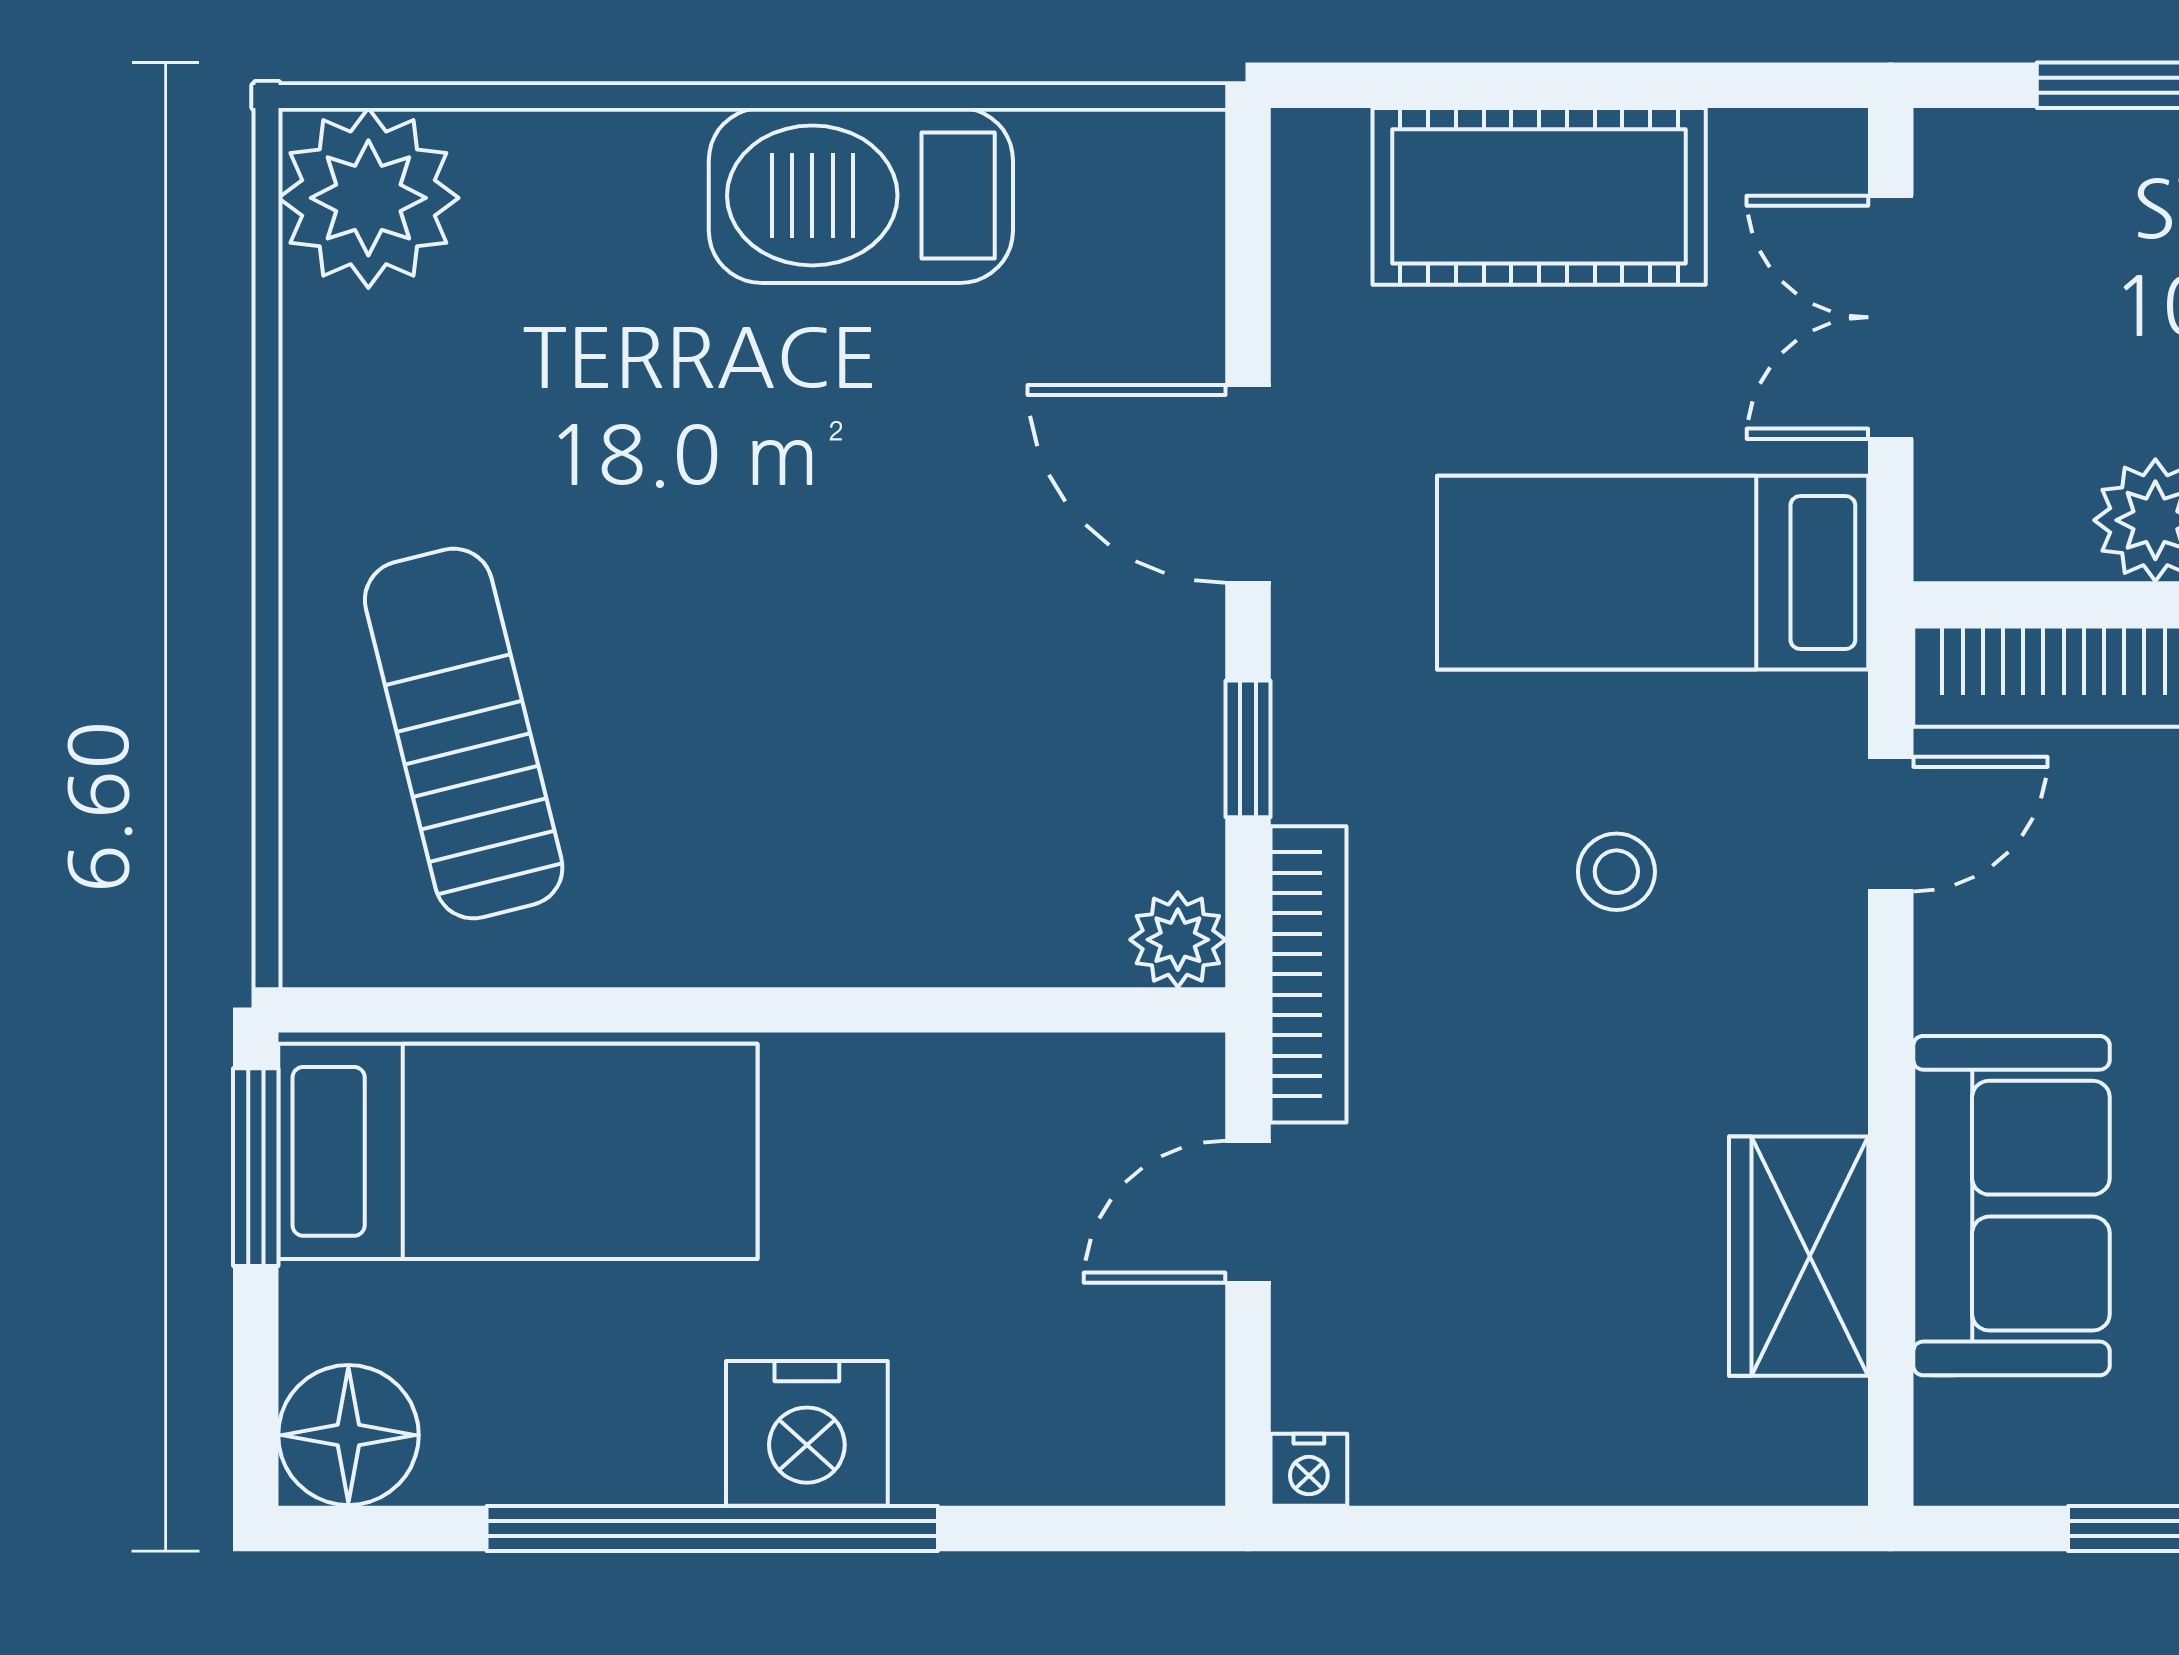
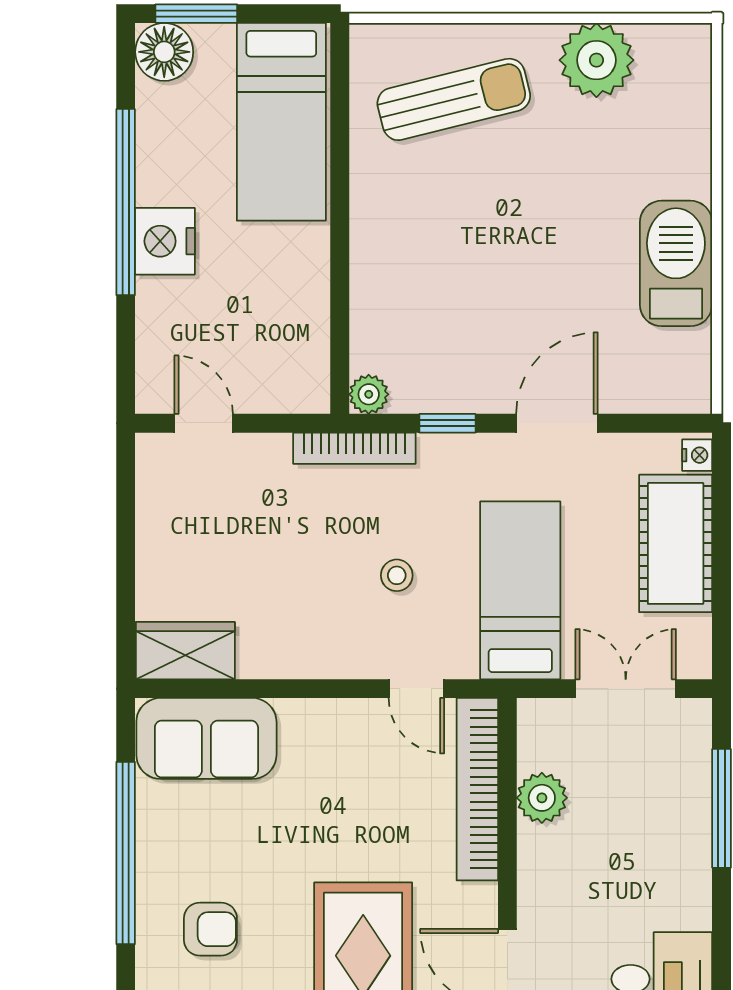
plant: (368, 198) -> (596, 60), moved
window: (256, 1167) -> (196, 14), moved
sofa: (2011, 1206) -> (206, 738), moved
door: (1248, 1212) -> (204, 423), moved
wardrobe: (1799, 1256) -> (185, 651), moved
nightstand: (1309, 1470) -> (697, 455), moved, turned 180

